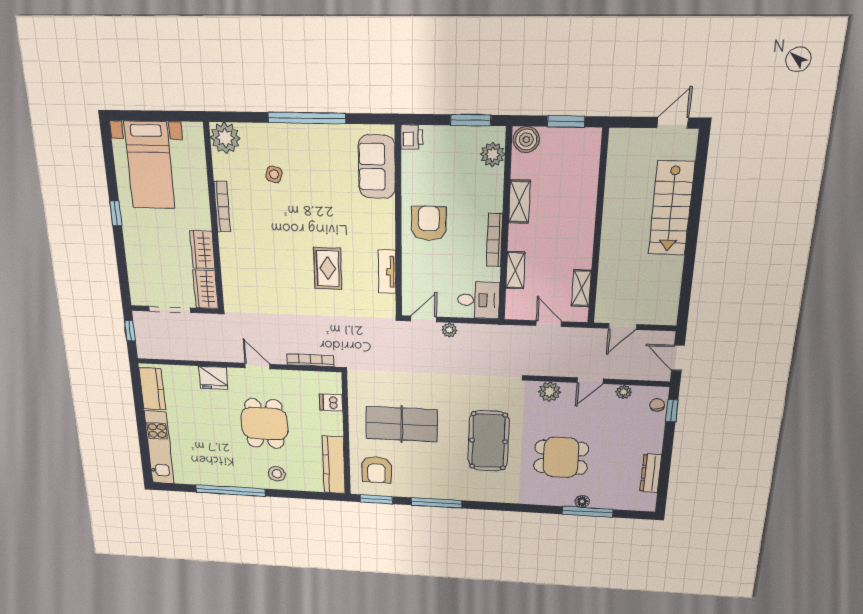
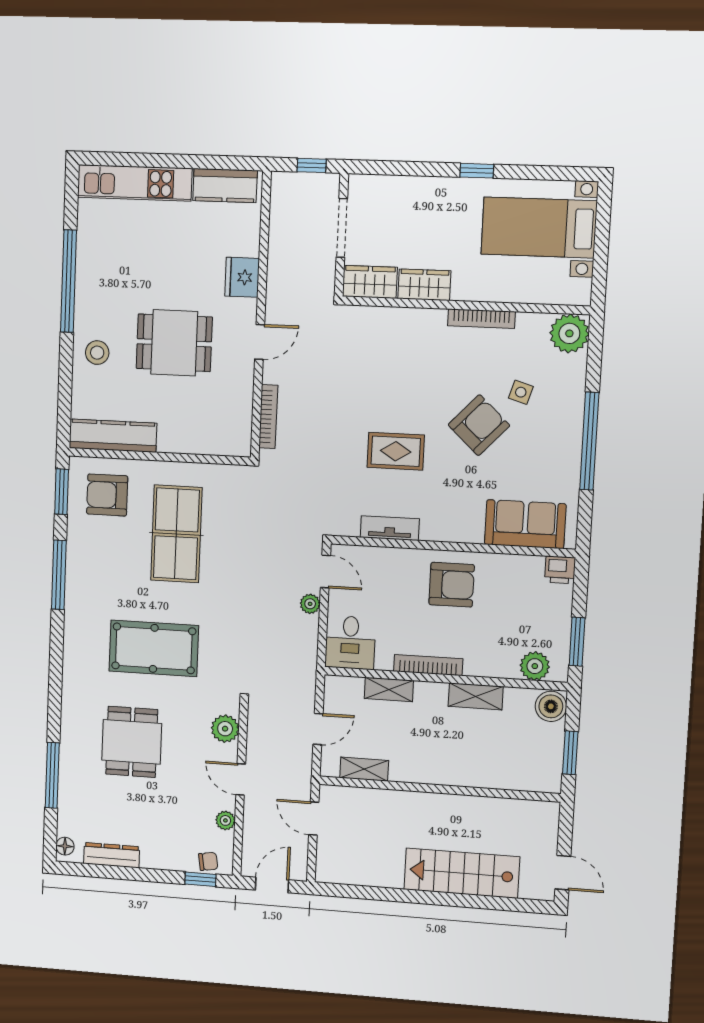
armchair: (302, 206) -> (479, 425), added
dishwasher: (331, 403) -> (207, 440), removed
floor lamp: (582, 501) -> (65, 846), moved

